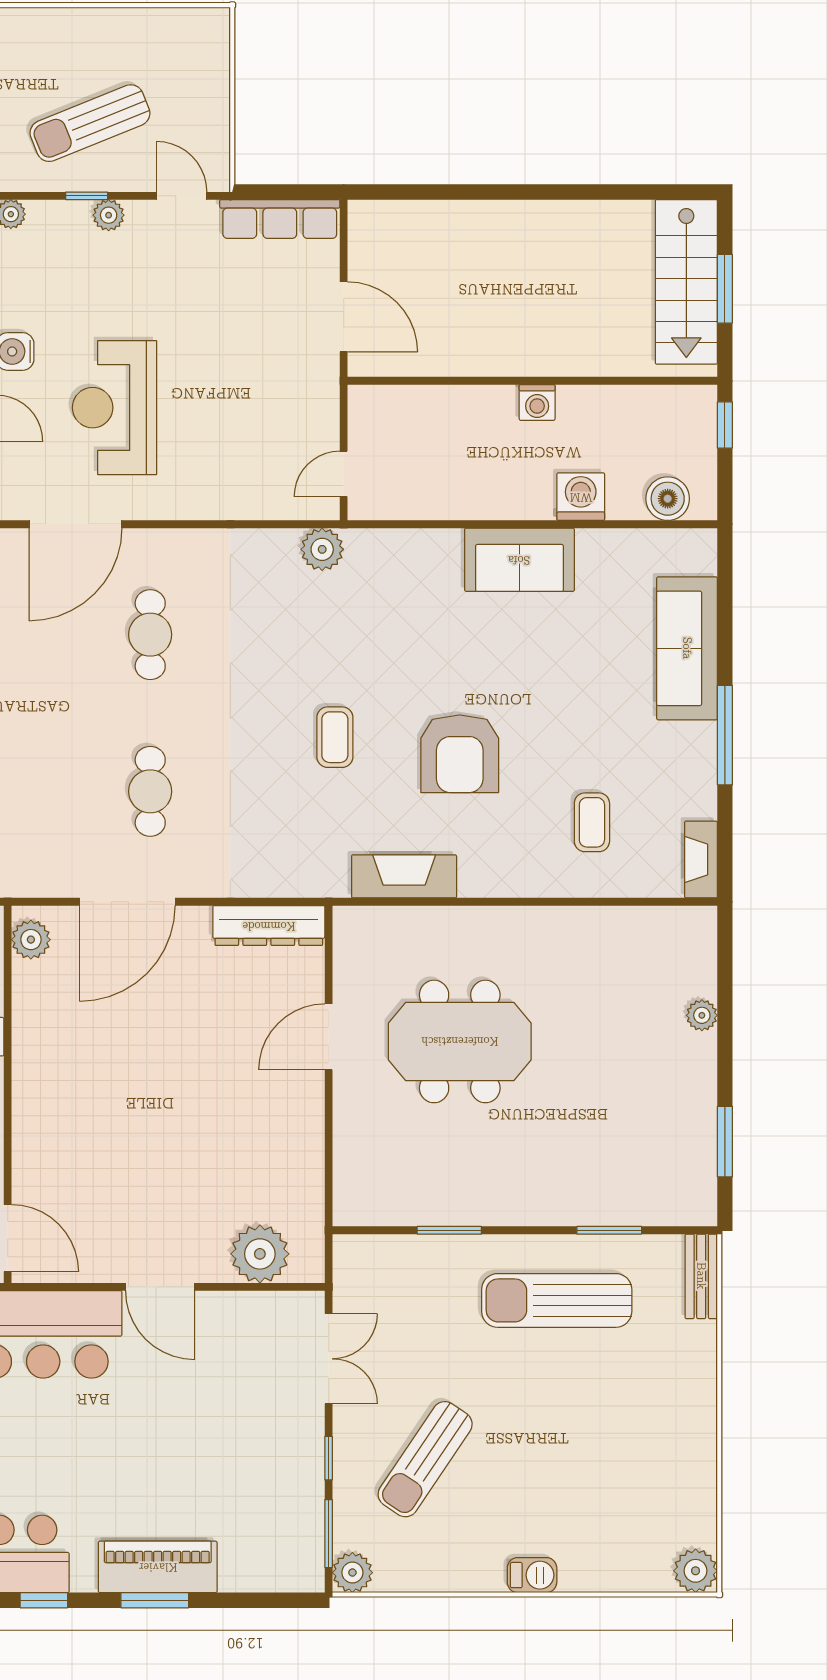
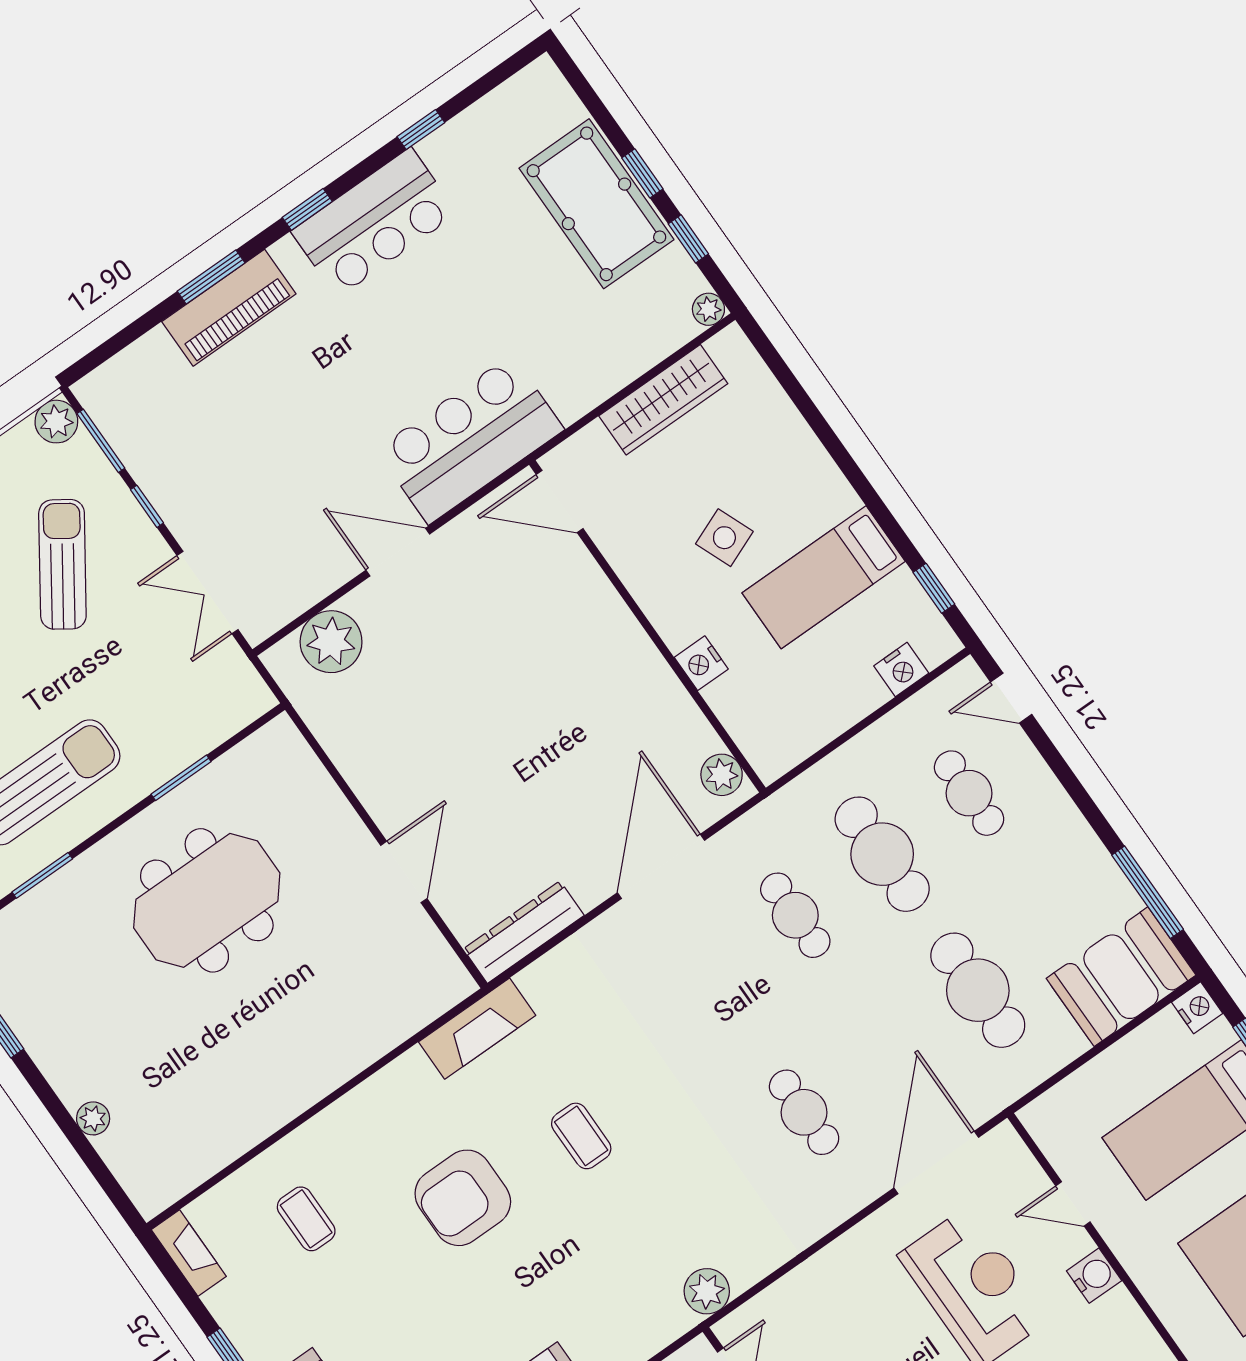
armchair: (460, 754) -> (463, 1198), turned -90
cafe table: (150, 791) -> (795, 915), moved
fireplace: (404, 876) -> (477, 1029), moved
meeting table: (460, 1041) -> (207, 900), moved

